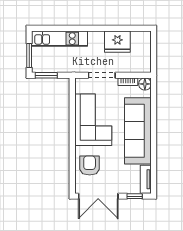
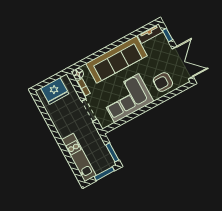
fridge: (117, 42) -> (55, 91), moved, turned 90

